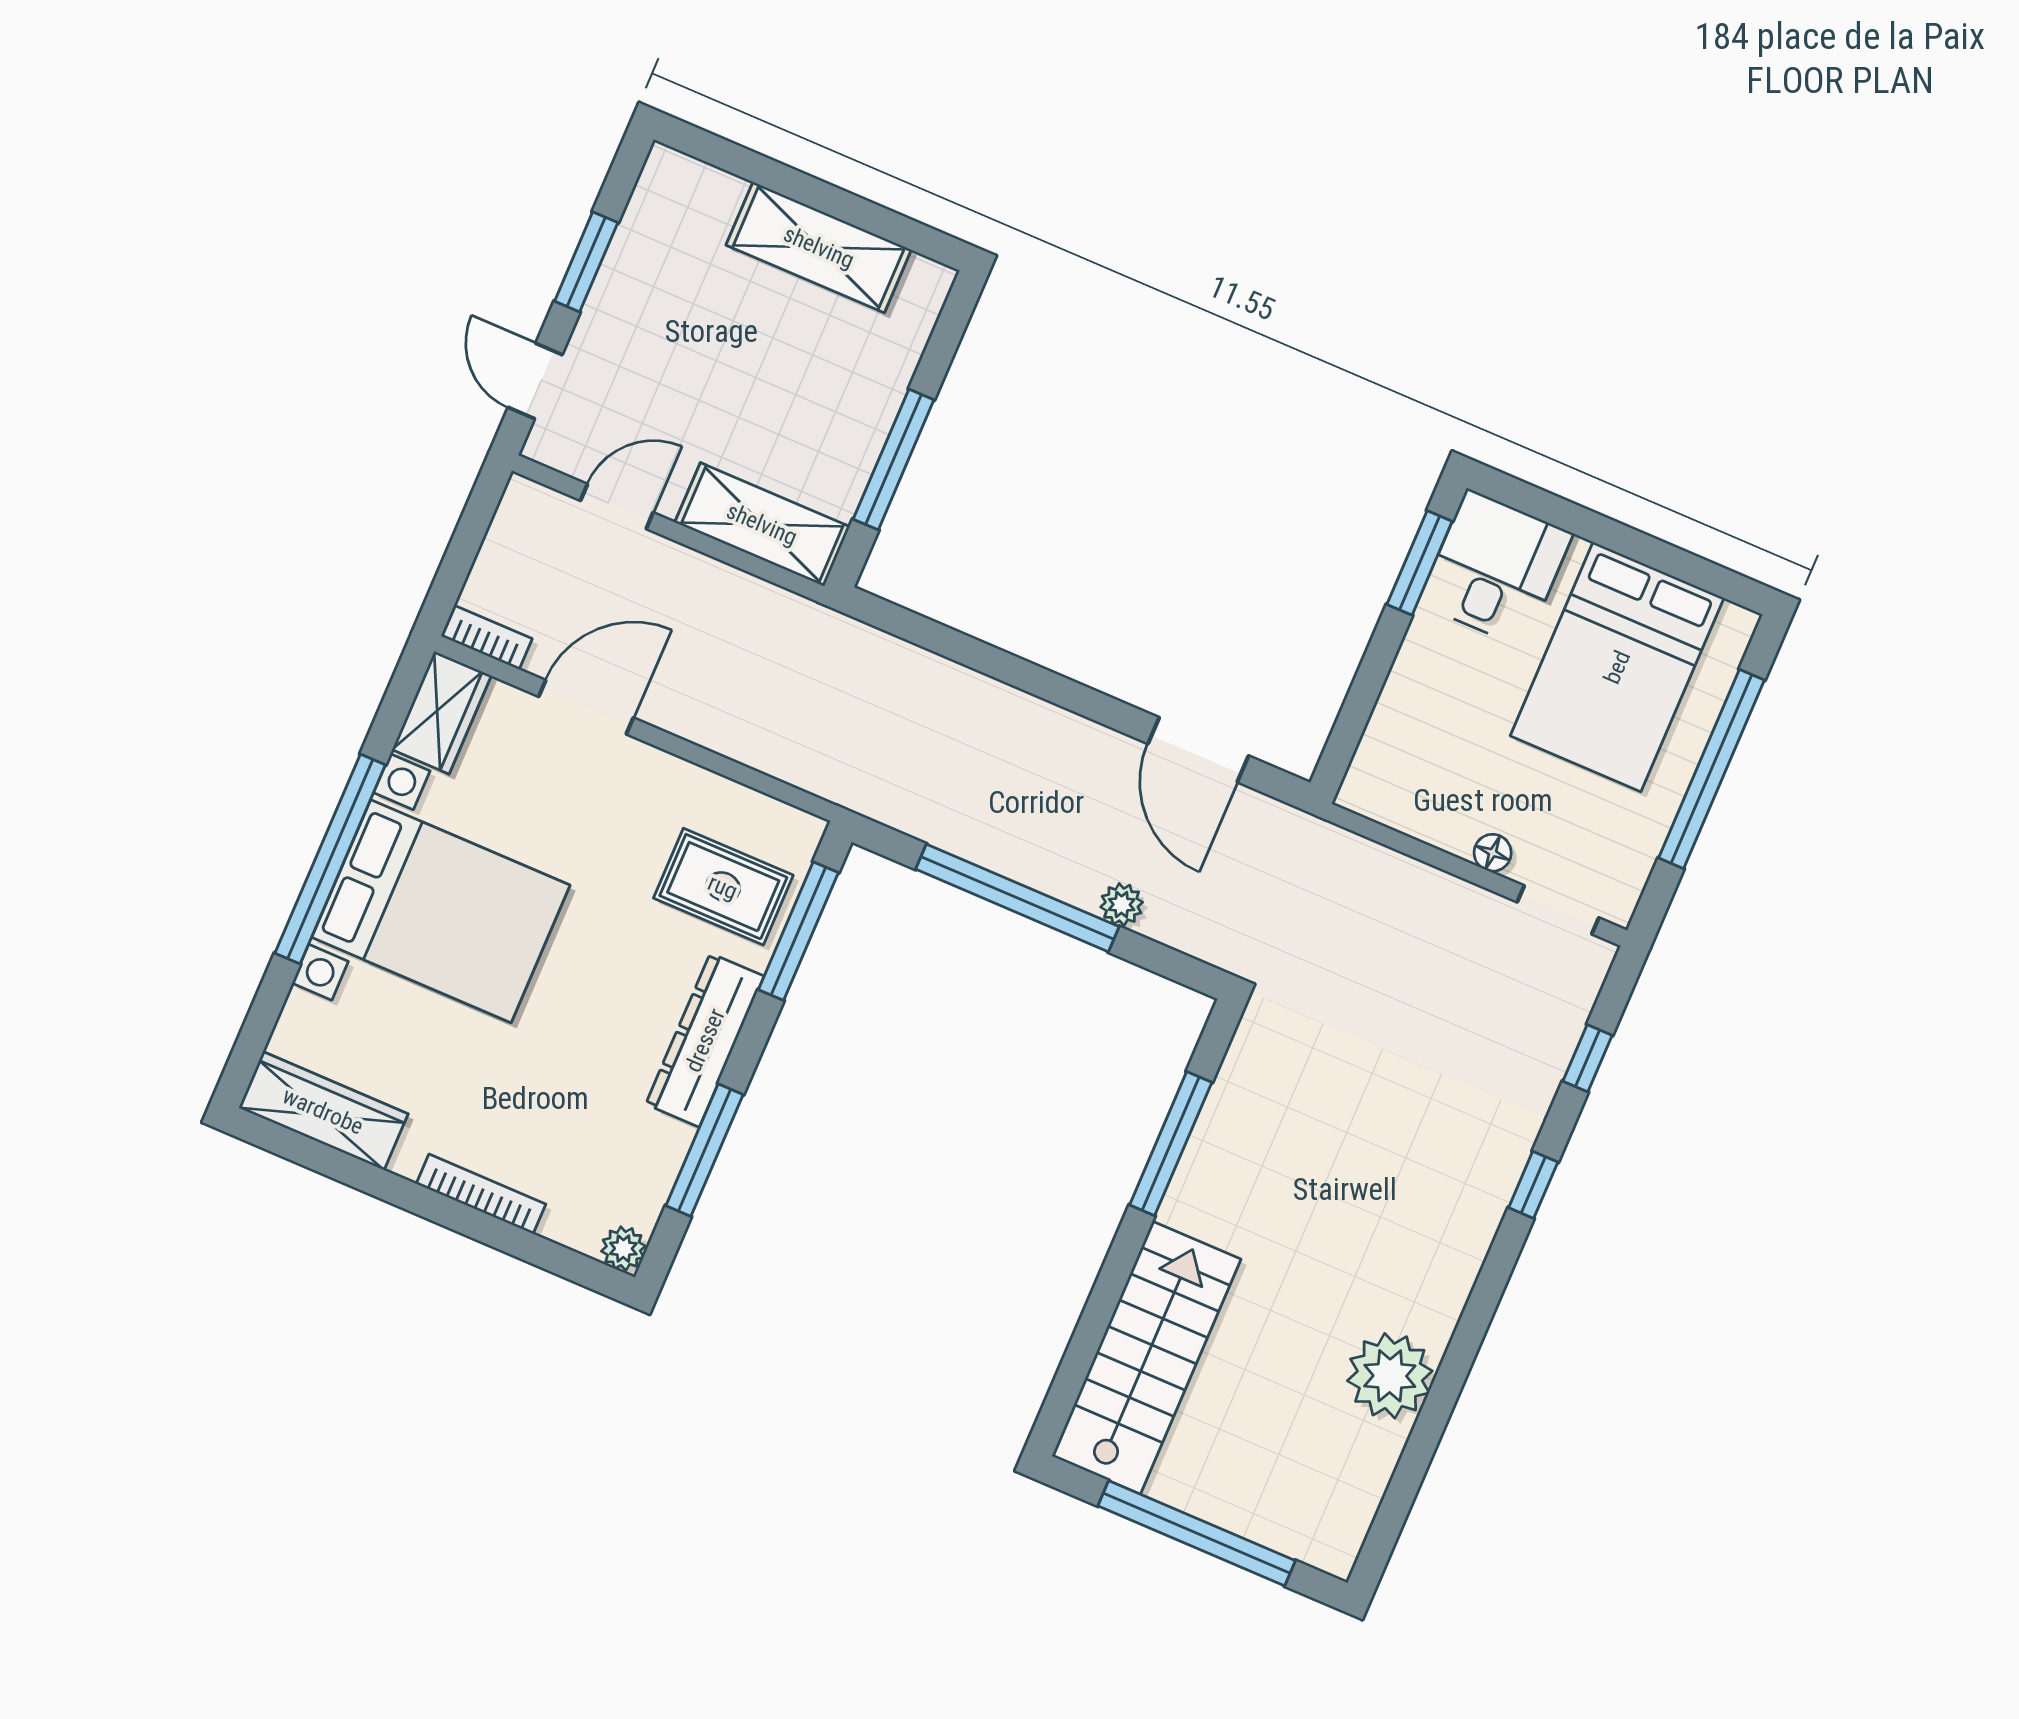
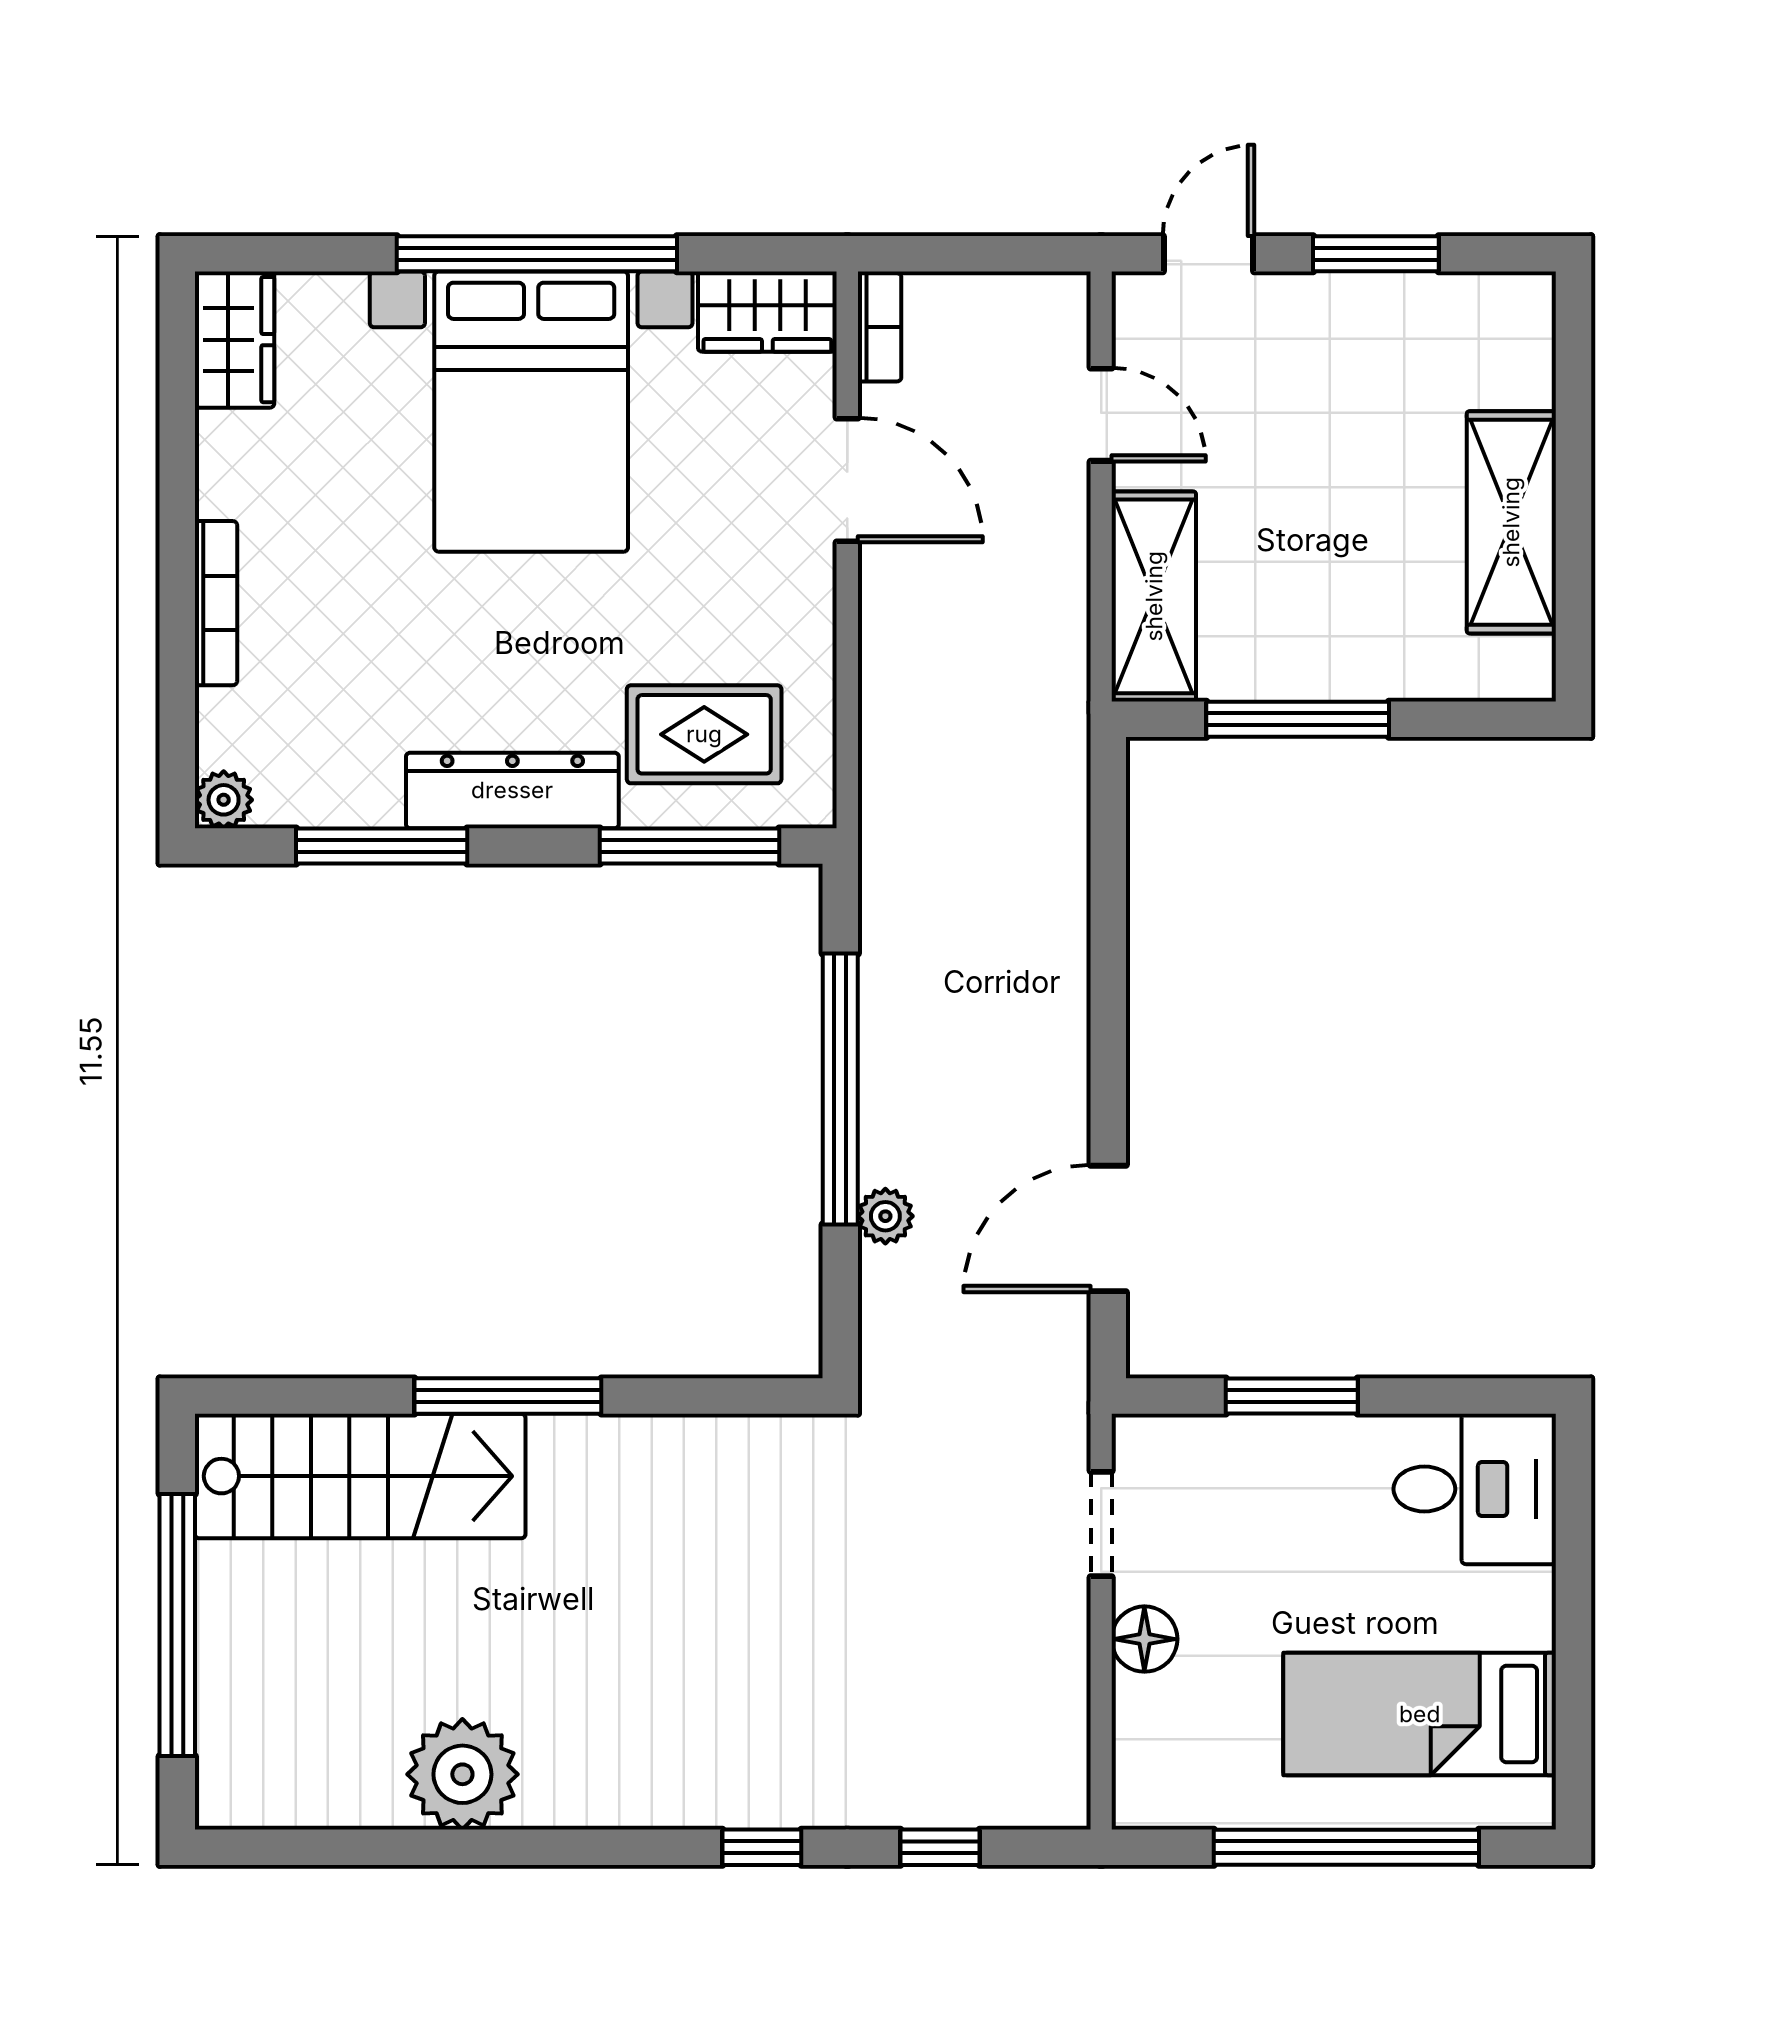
window: (1420, 563) -> (1292, 1396), moved
bed: (1617, 667) -> (1420, 1714), width x0.67
floor lamp: (1493, 853) -> (1144, 1639), width x1.37, depth x1.37
rug: (723, 887) -> (704, 734), turned 90
doorway: (1558, 910) -> (1101, 1524), moved
wardrobe: (323, 1111) -> (235, 340), width x0.67
window: (1171, 1144) -> (508, 1396), moved

